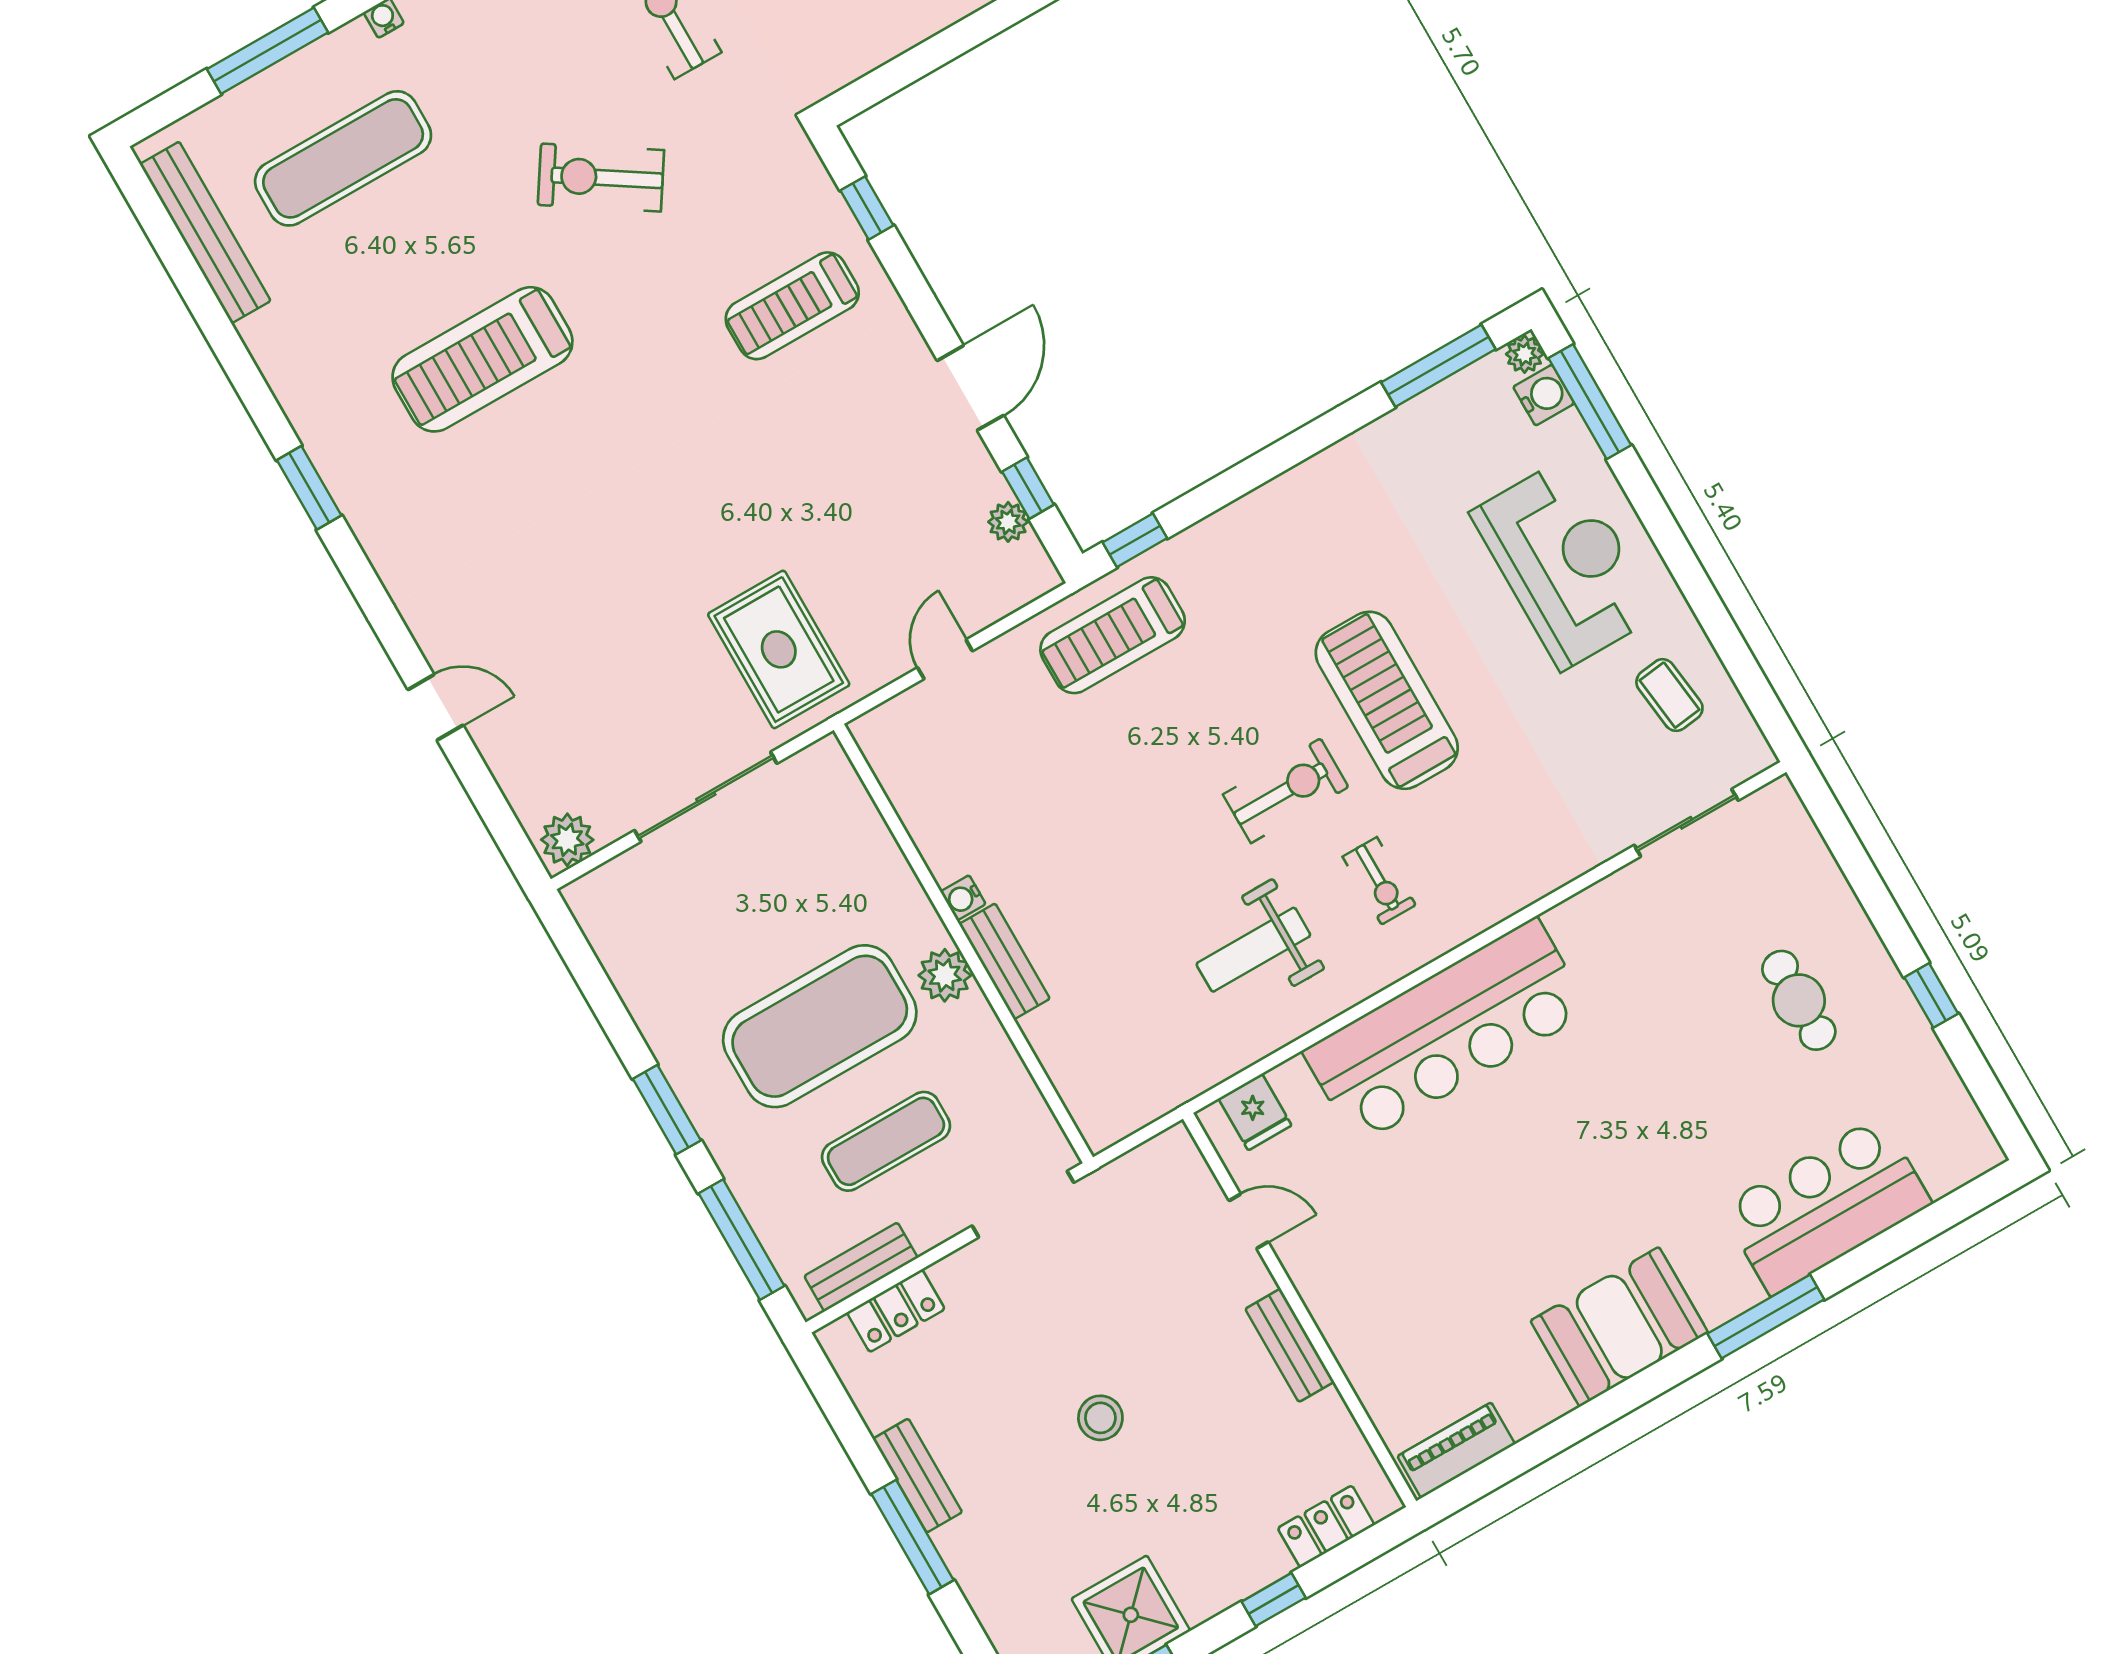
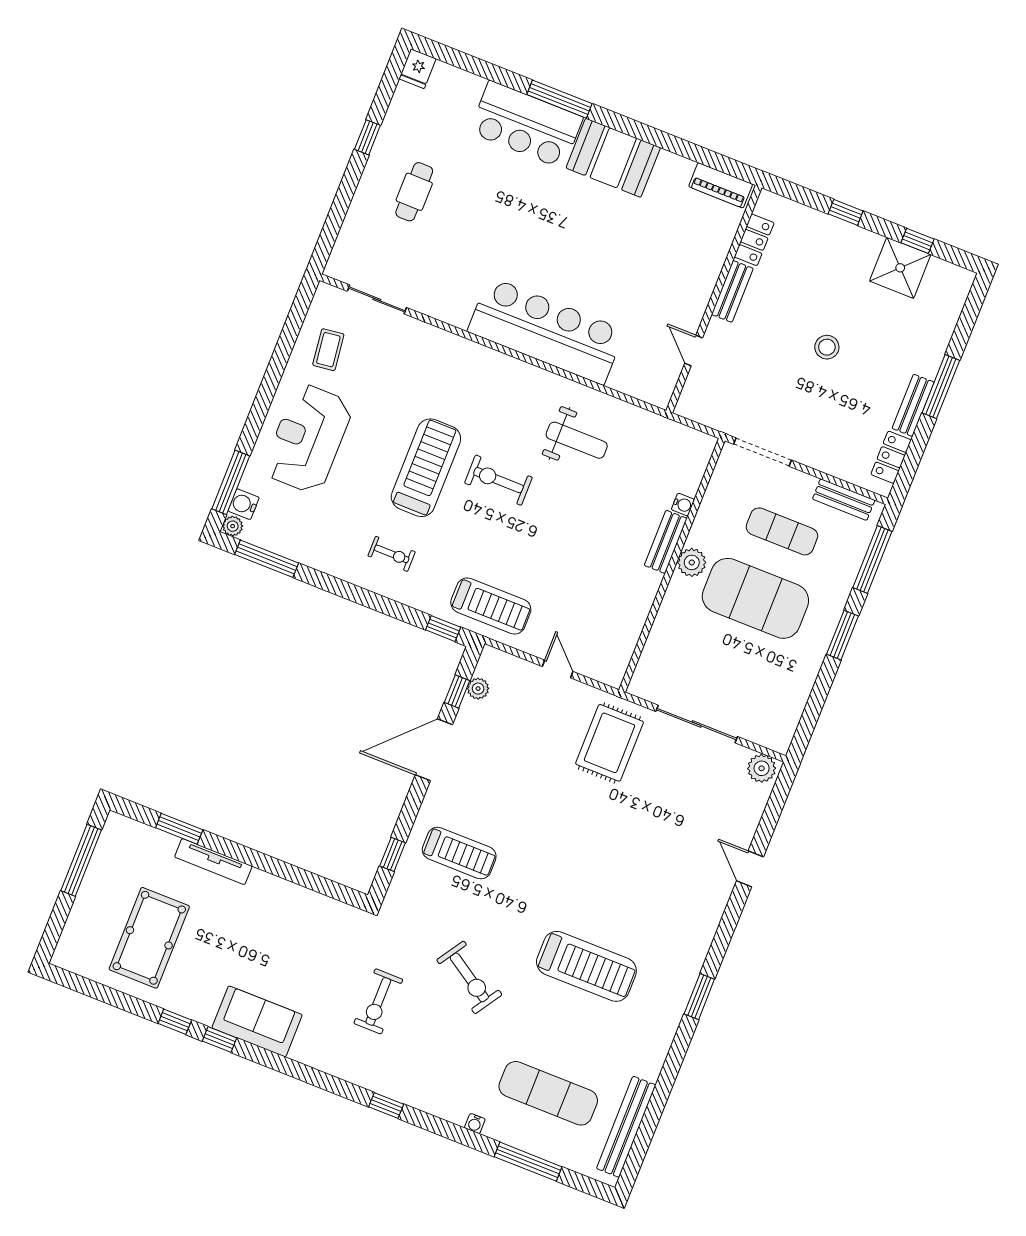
door: (970, 388) -> (434, 750), width x1.36
door: (945, 659) -> (558, 669), swing flipped
treadmill: (1387, 700) -> (426, 468), turned 180
exercise bike: (1379, 881) -> (392, 554), moved, turned 90
water cooler: (963, 898) -> (683, 505), moved
fridge: (1255, 1112) -> (418, 69), moved, turned 180
bar counter: (1826, 1205) -> (526, 125), moved
locker: (896, 1311) -> (891, 457), moved, turned -90
locker: (1326, 1526) -> (754, 240), moved, turned -90

